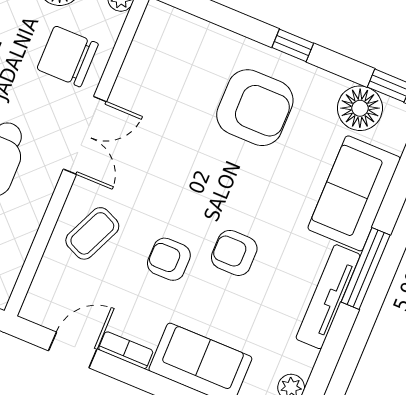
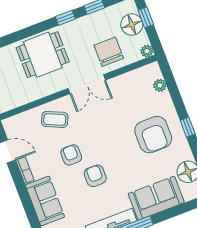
plant: (191, 28) -> (160, 85), added

